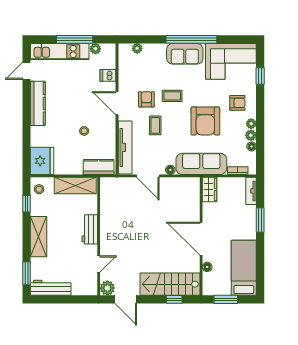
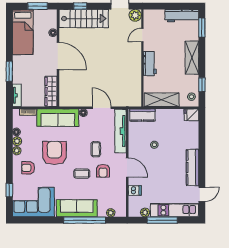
window: (191, 39) -> (85, 220), moved
sofa: (185, 54) -> (77, 208), width x1.36
fridge: (42, 161) -> (191, 115), width x0.53, depth x0.75
wardrobe: (210, 190) -> (51, 91), width x1.50

